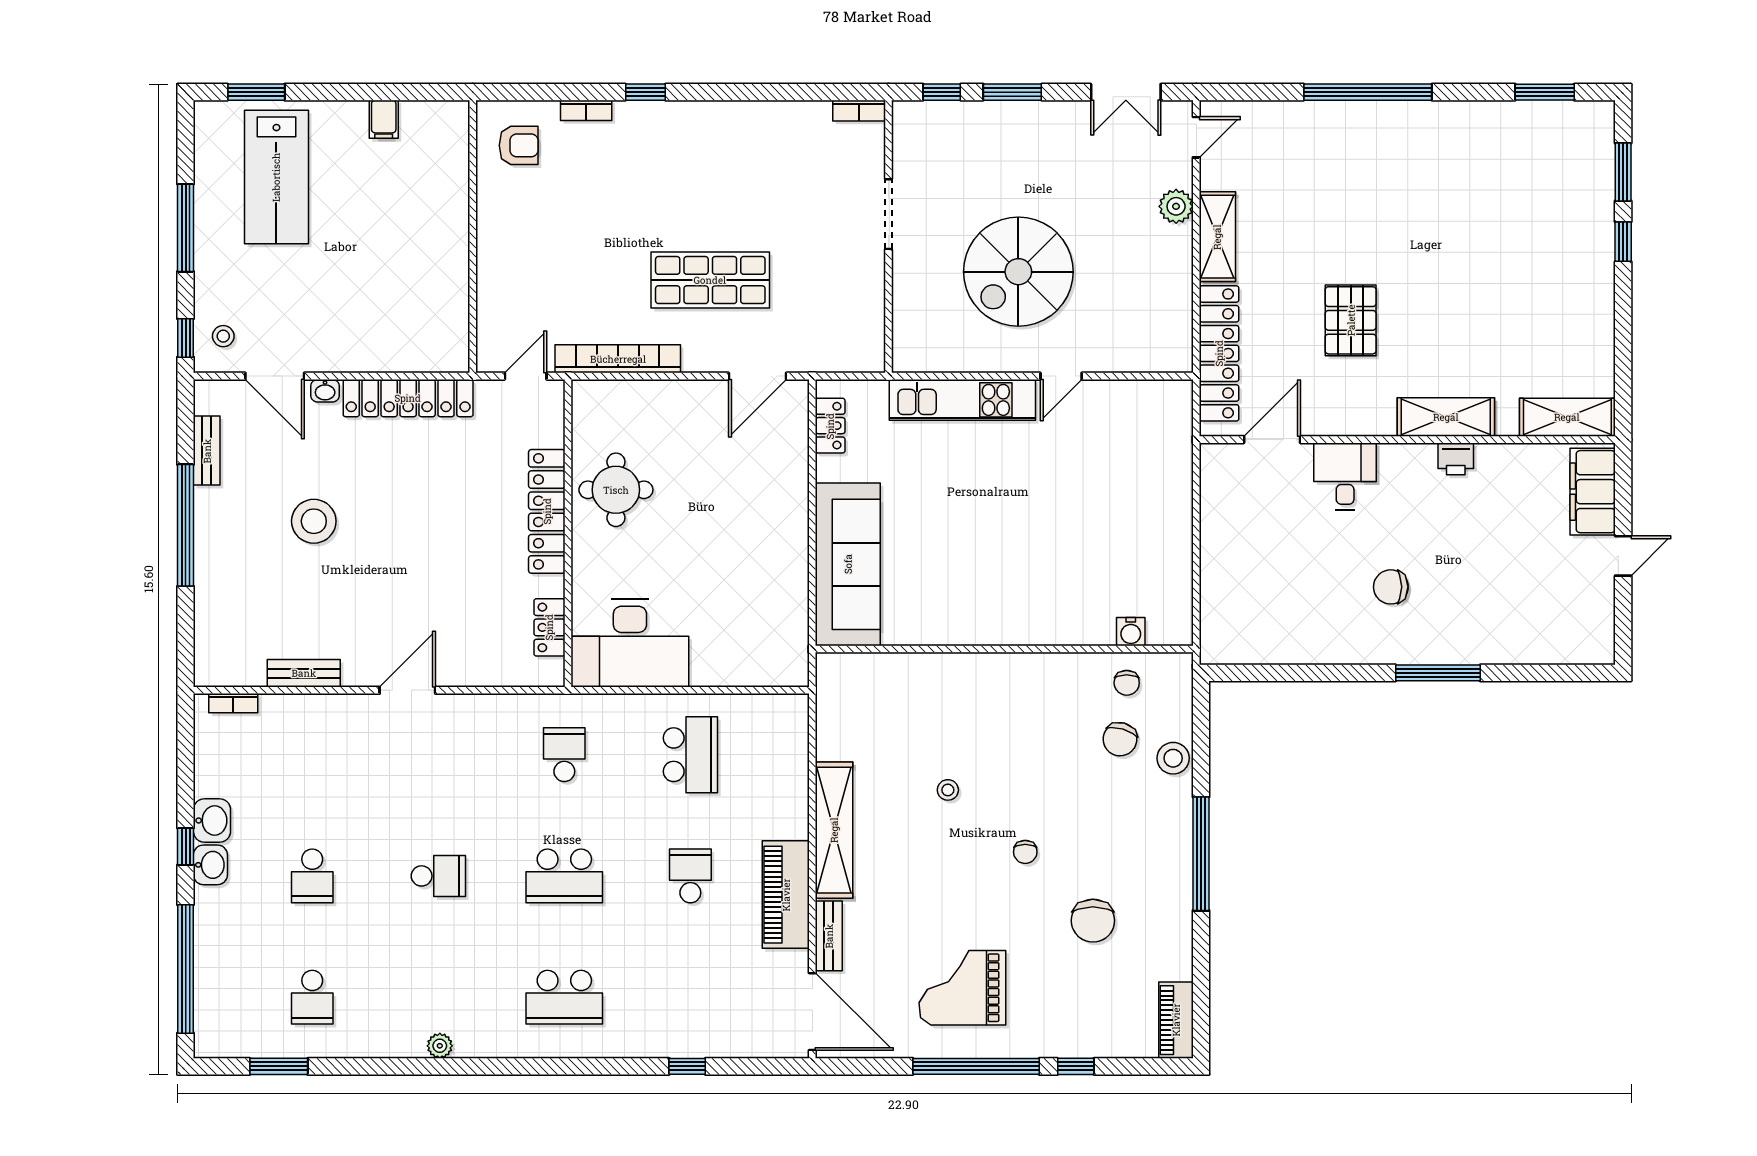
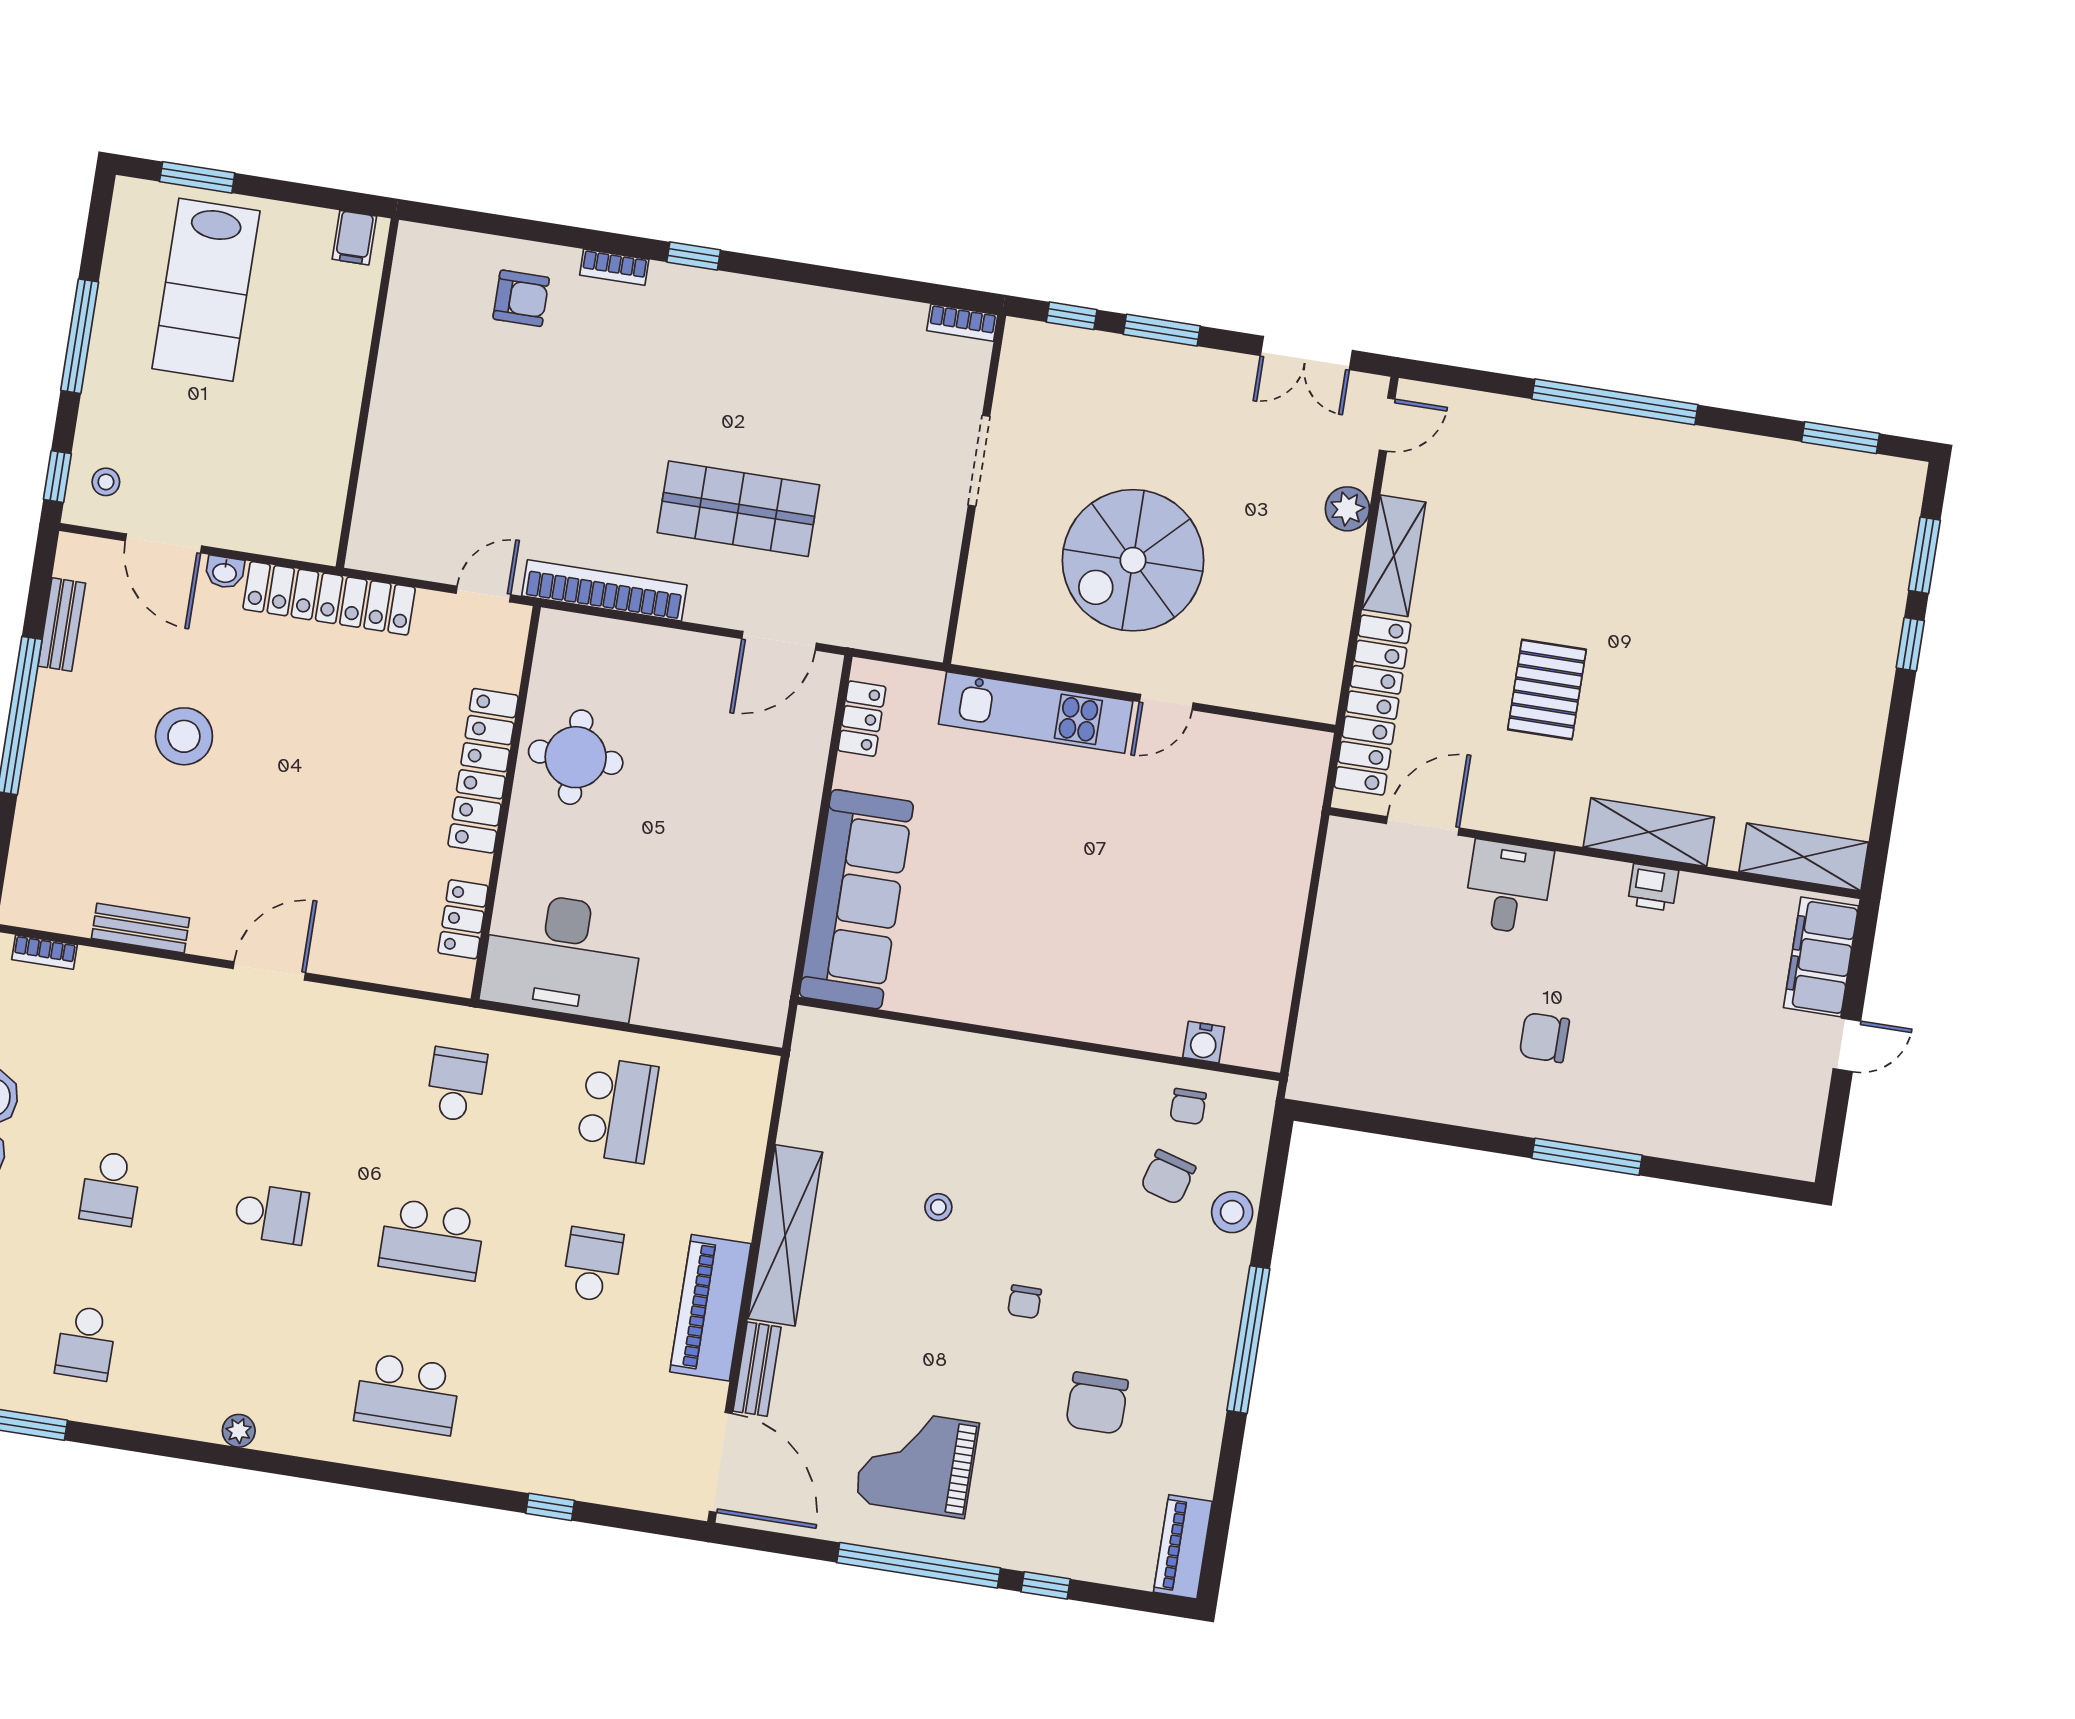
wall: (473, 237) -> (367, 393), moved

